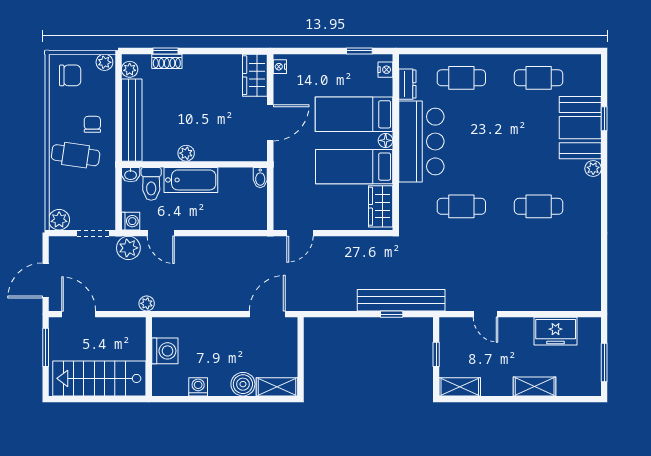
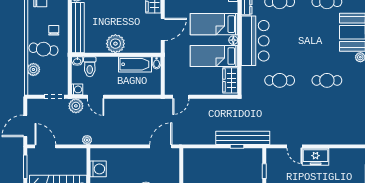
plant: (186, 153) -> (115, 44), width x1.88, depth x1.88
bathtub: (191, 180) -> (135, 64), moved
plant: (59, 220) -> (33, 69), moved
freezer: (556, 331) -> (316, 157), moved

